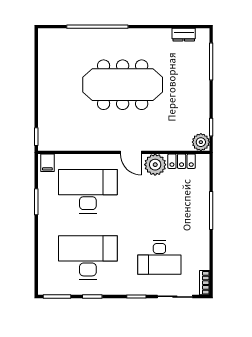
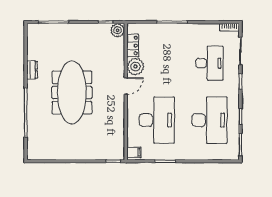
dresser: (184, 35) -> (32, 70), moved
desk: (88, 191) -> (157, 120), turned 180
desk: (88, 258) -> (209, 120), turned 180

